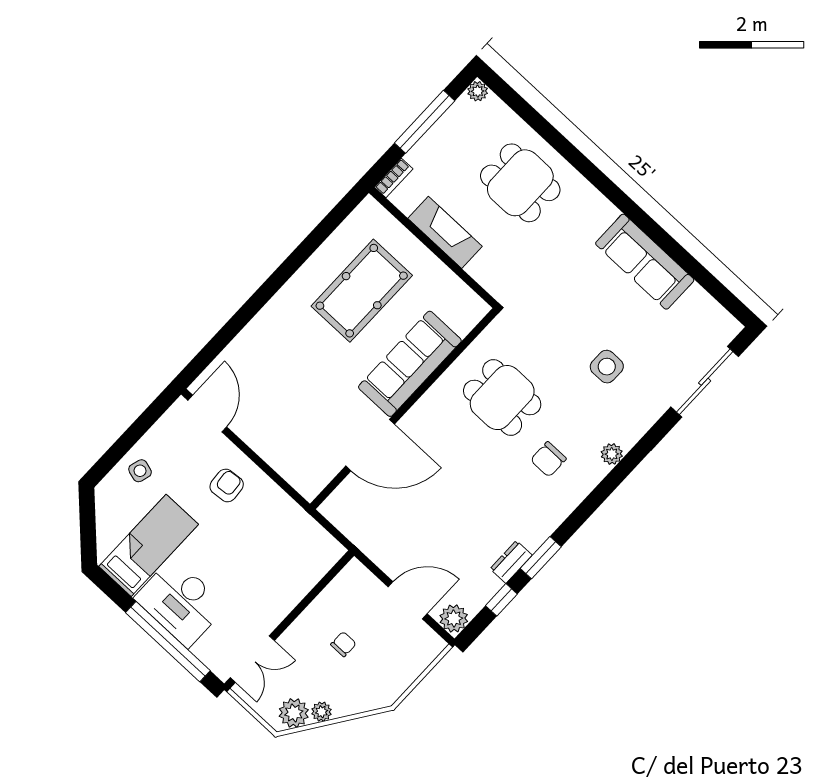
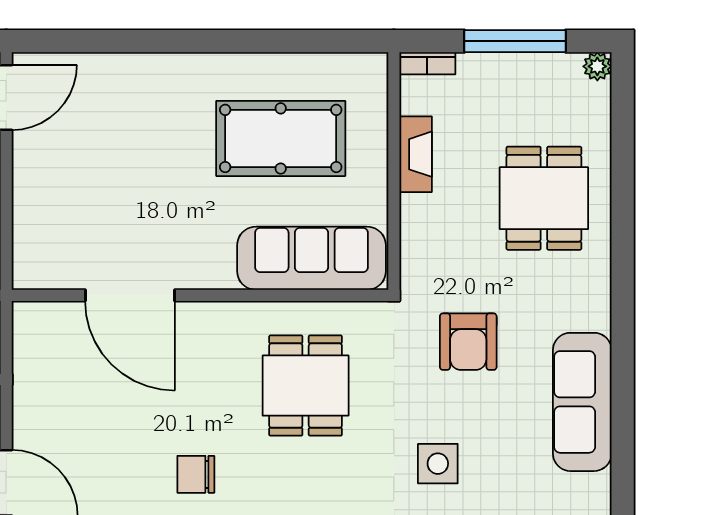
fireplace: (445, 232) -> (416, 154), width x0.73, depth x0.76
armchair: (558, 292) -> (468, 342), added
sofa: (410, 364) -> (312, 258), moved
chair: (548, 459) -> (196, 474), moved

